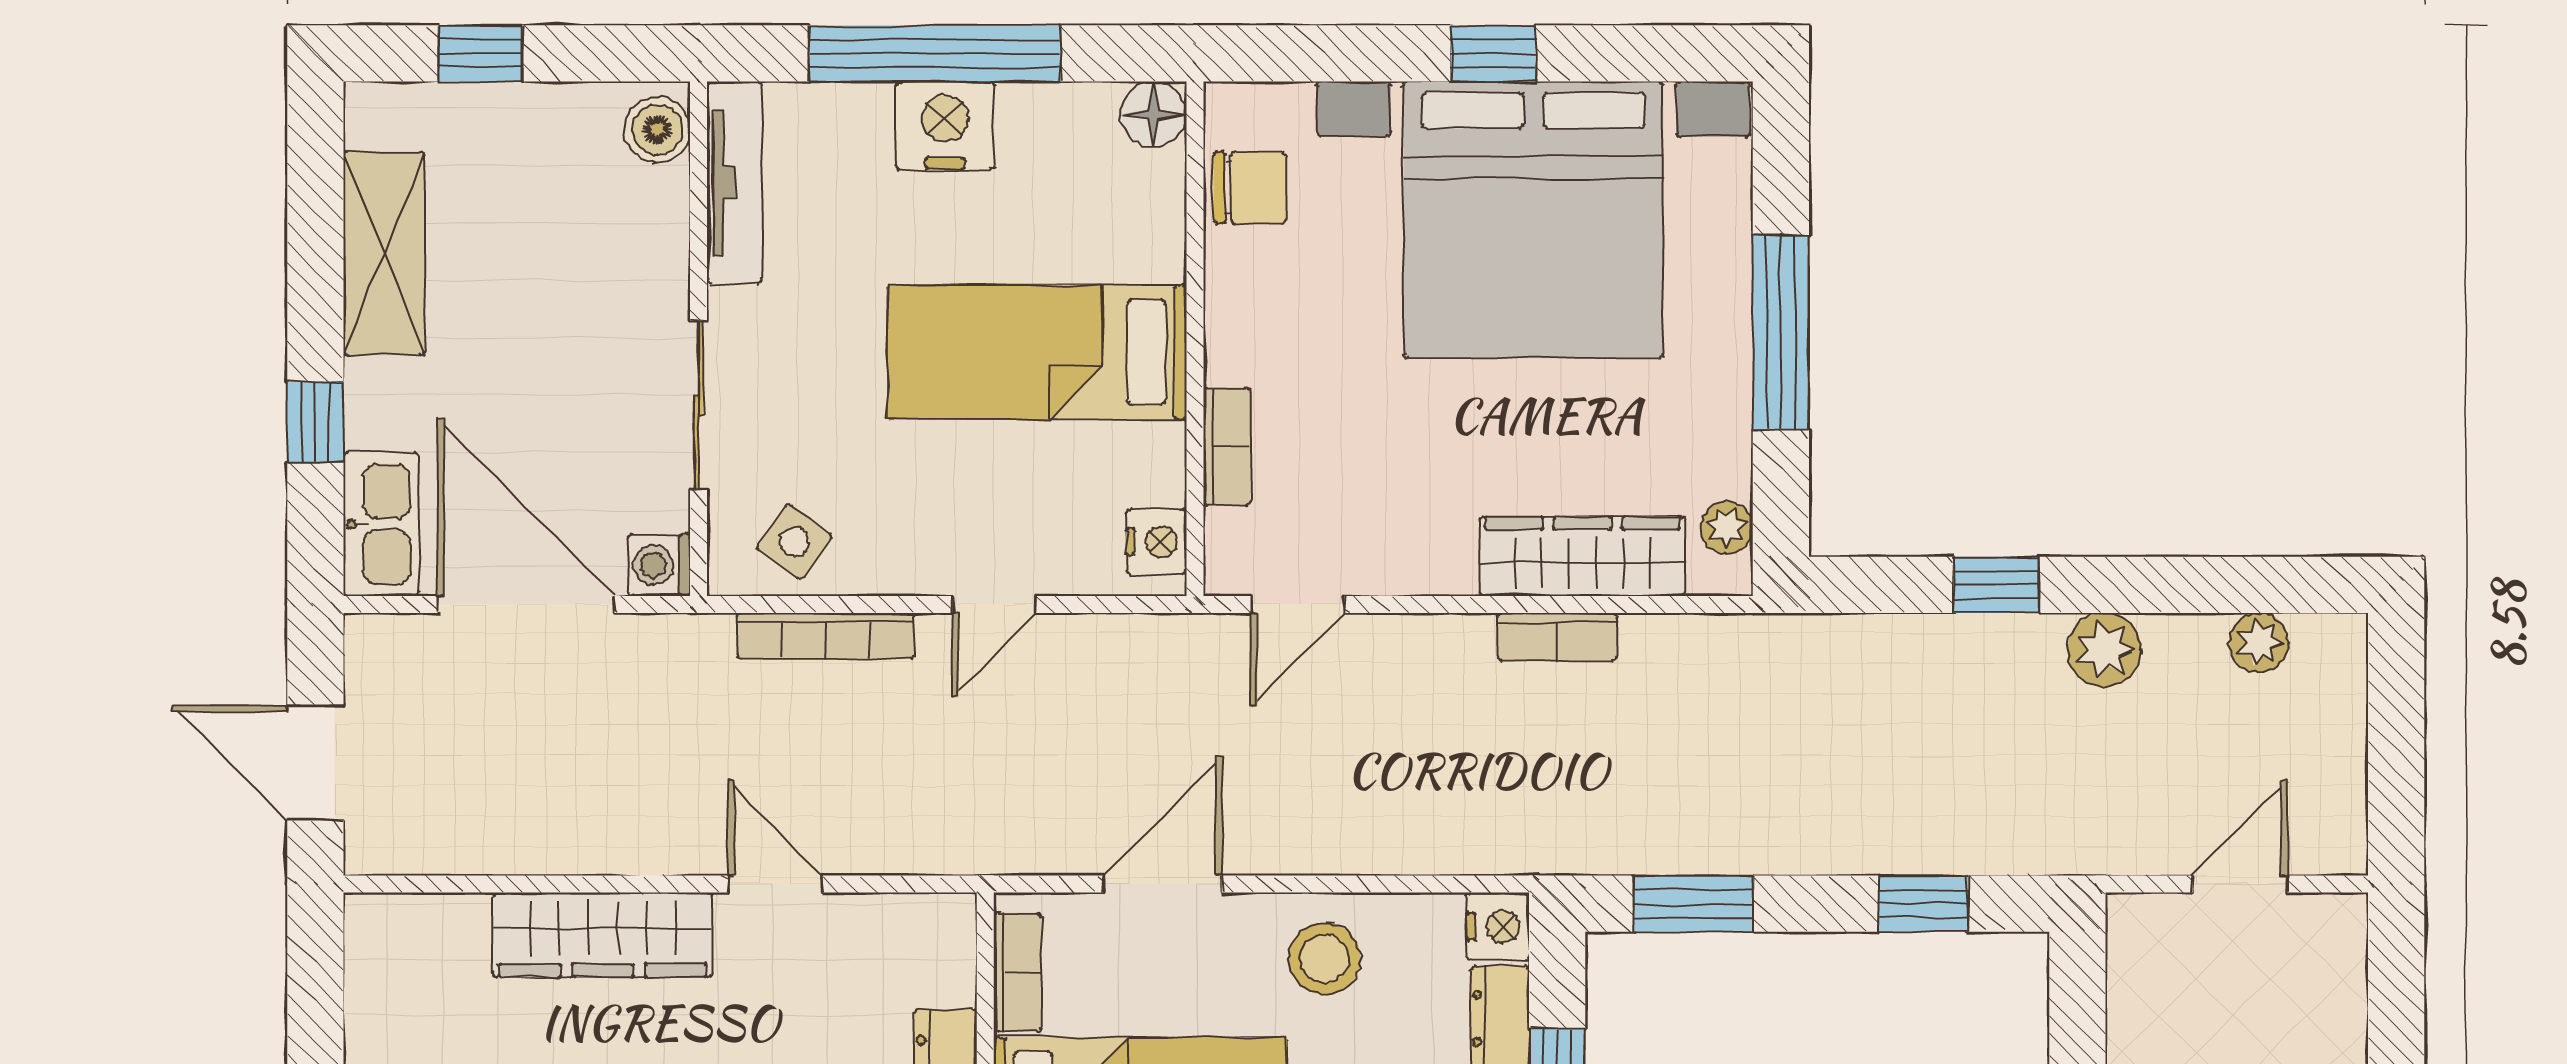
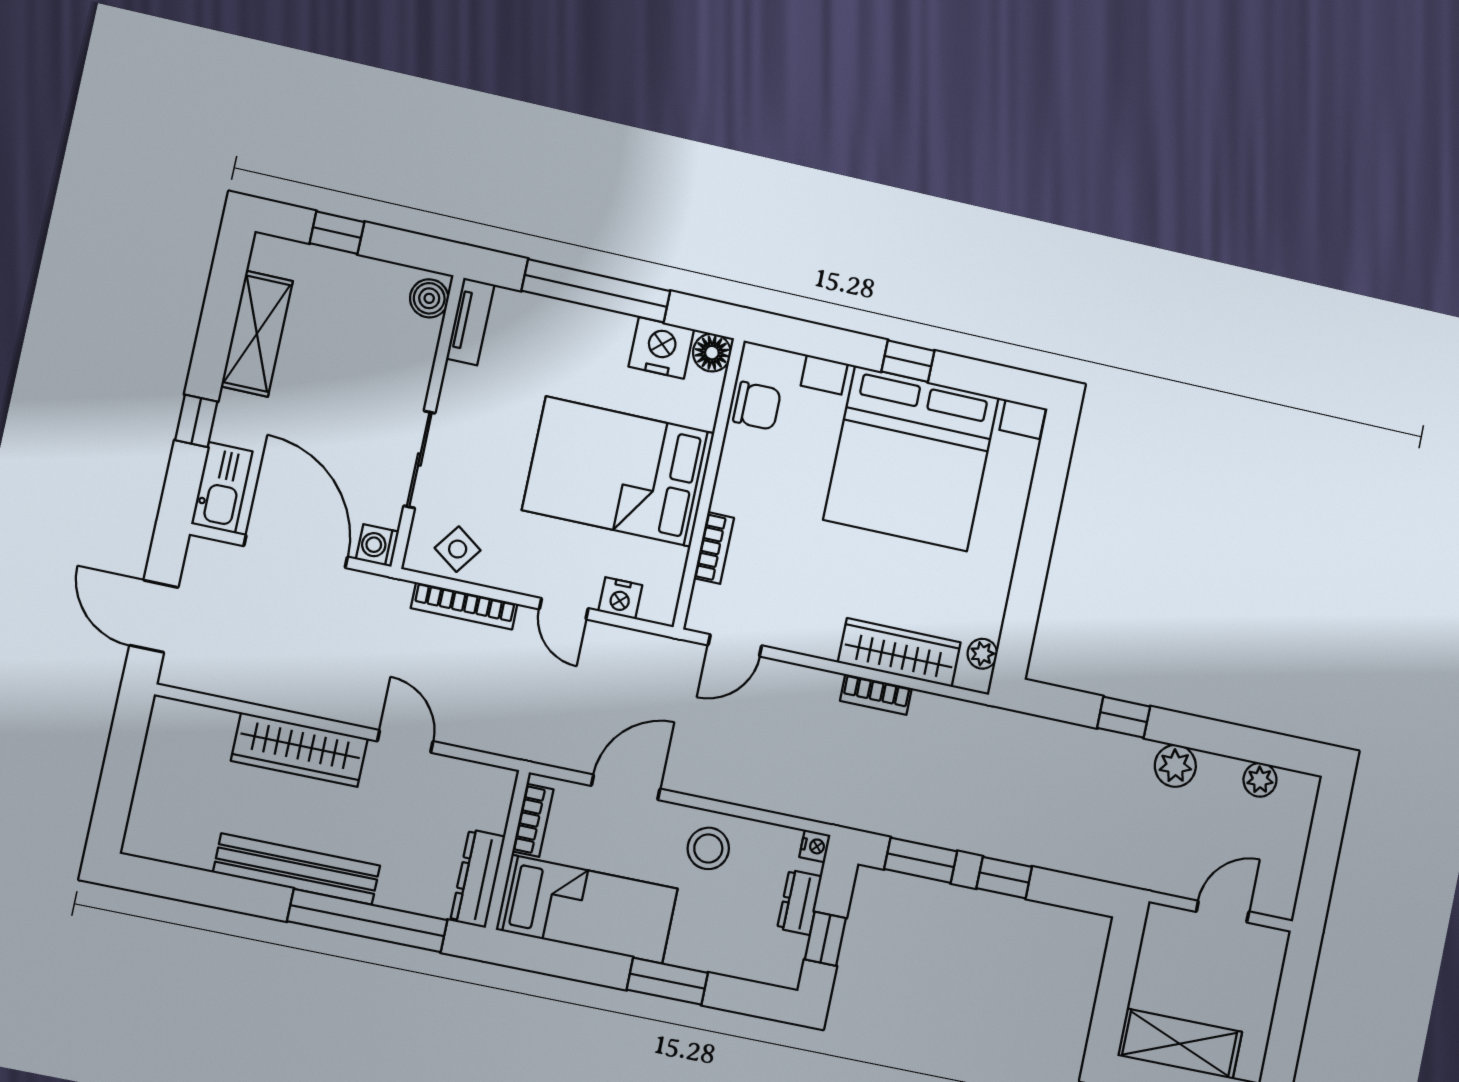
nightstand: (945, 126) -> (661, 348), moved
tv unit: (734, 182) -> (470, 321), width x0.71
window: (1781, 332) -> (1034, 551), removed
bed: (1037, 352) -> (618, 472), width x1.50
nightstand: (1156, 542) -> (620, 598), moved, turned 90
door: (994, 604) -> (564, 609), hinge flipped
window: (1923, 904) -> (1004, 878), moved
nightstand: (1498, 926) -> (815, 846), width x0.72, depth x0.74

